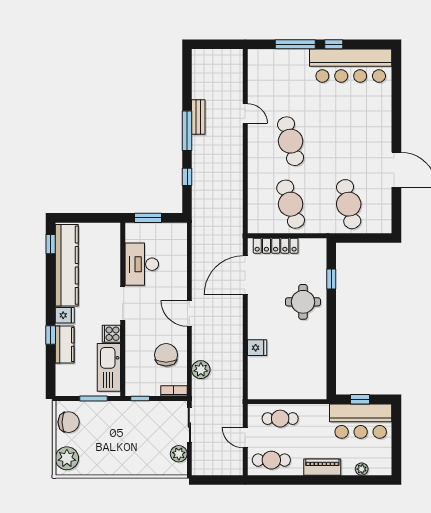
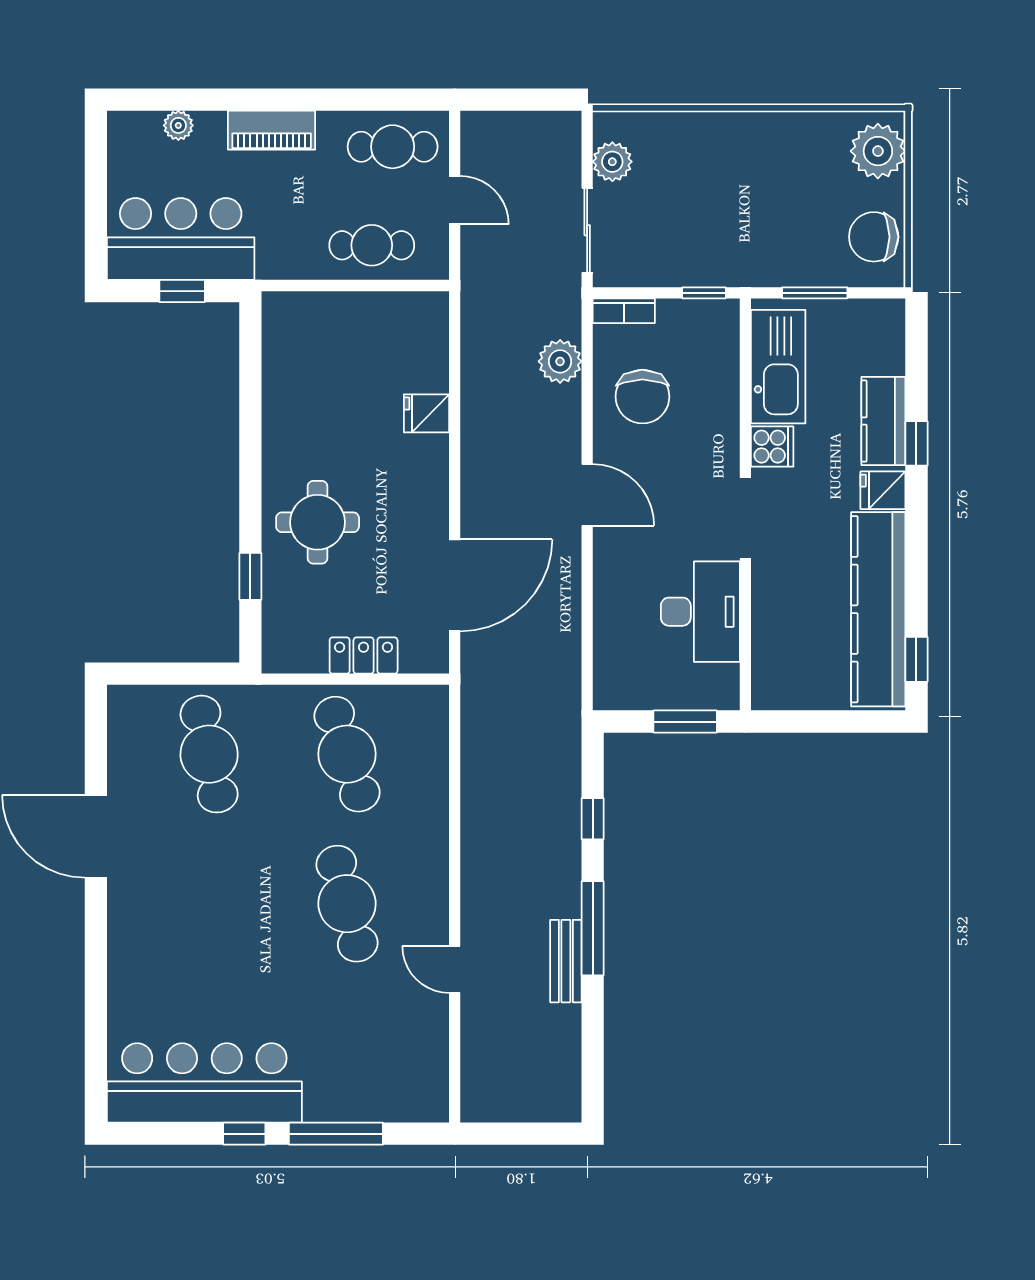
locker: (276, 246) -> (364, 656), width x0.66

